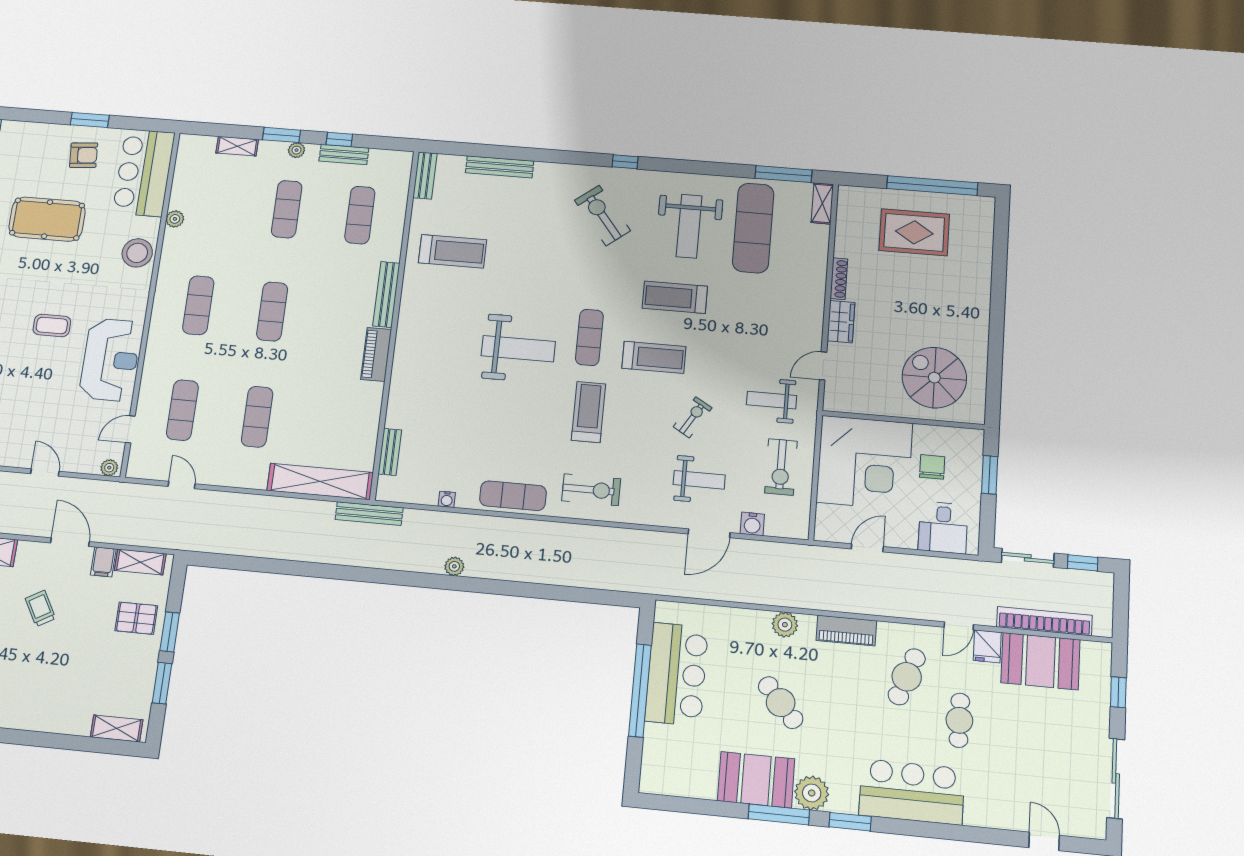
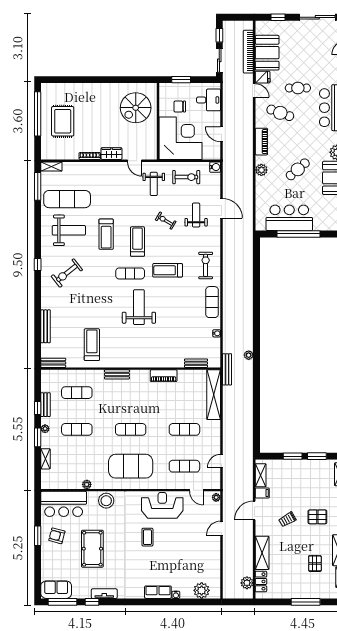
armchair: (84, 155) -> (57, 536), turned -70
bench: (386, 294) -> (117, 374), width x0.73
exercise mat: (198, 305) -> (131, 466), width x2.00, depth x1.45
piano: (376, 354) -> (164, 376), moved
water cooler: (752, 524) -> (215, 167), moved
plant: (454, 566) -> (249, 355), moved
pallet: (136, 618) -> (317, 517), moved, turned 90

